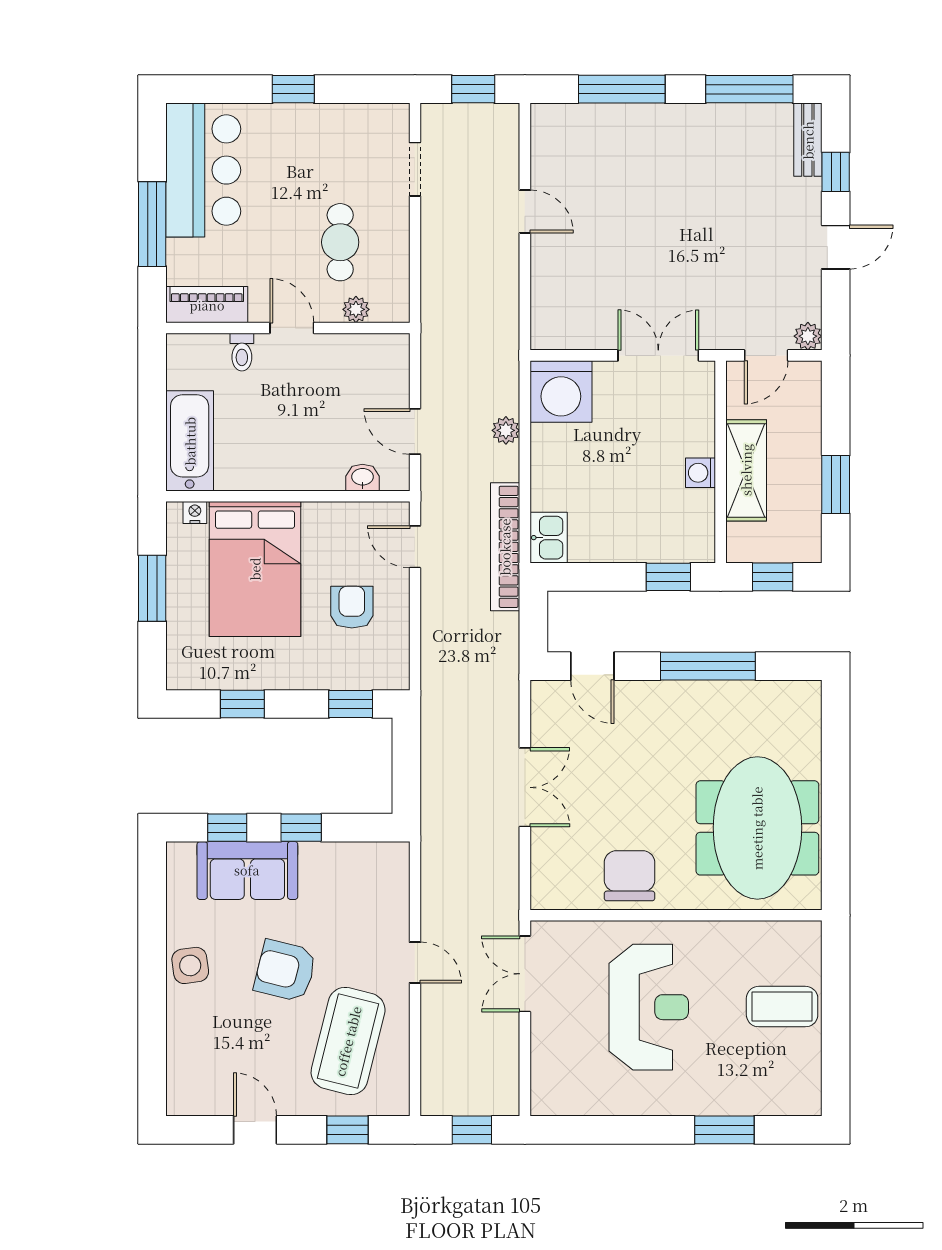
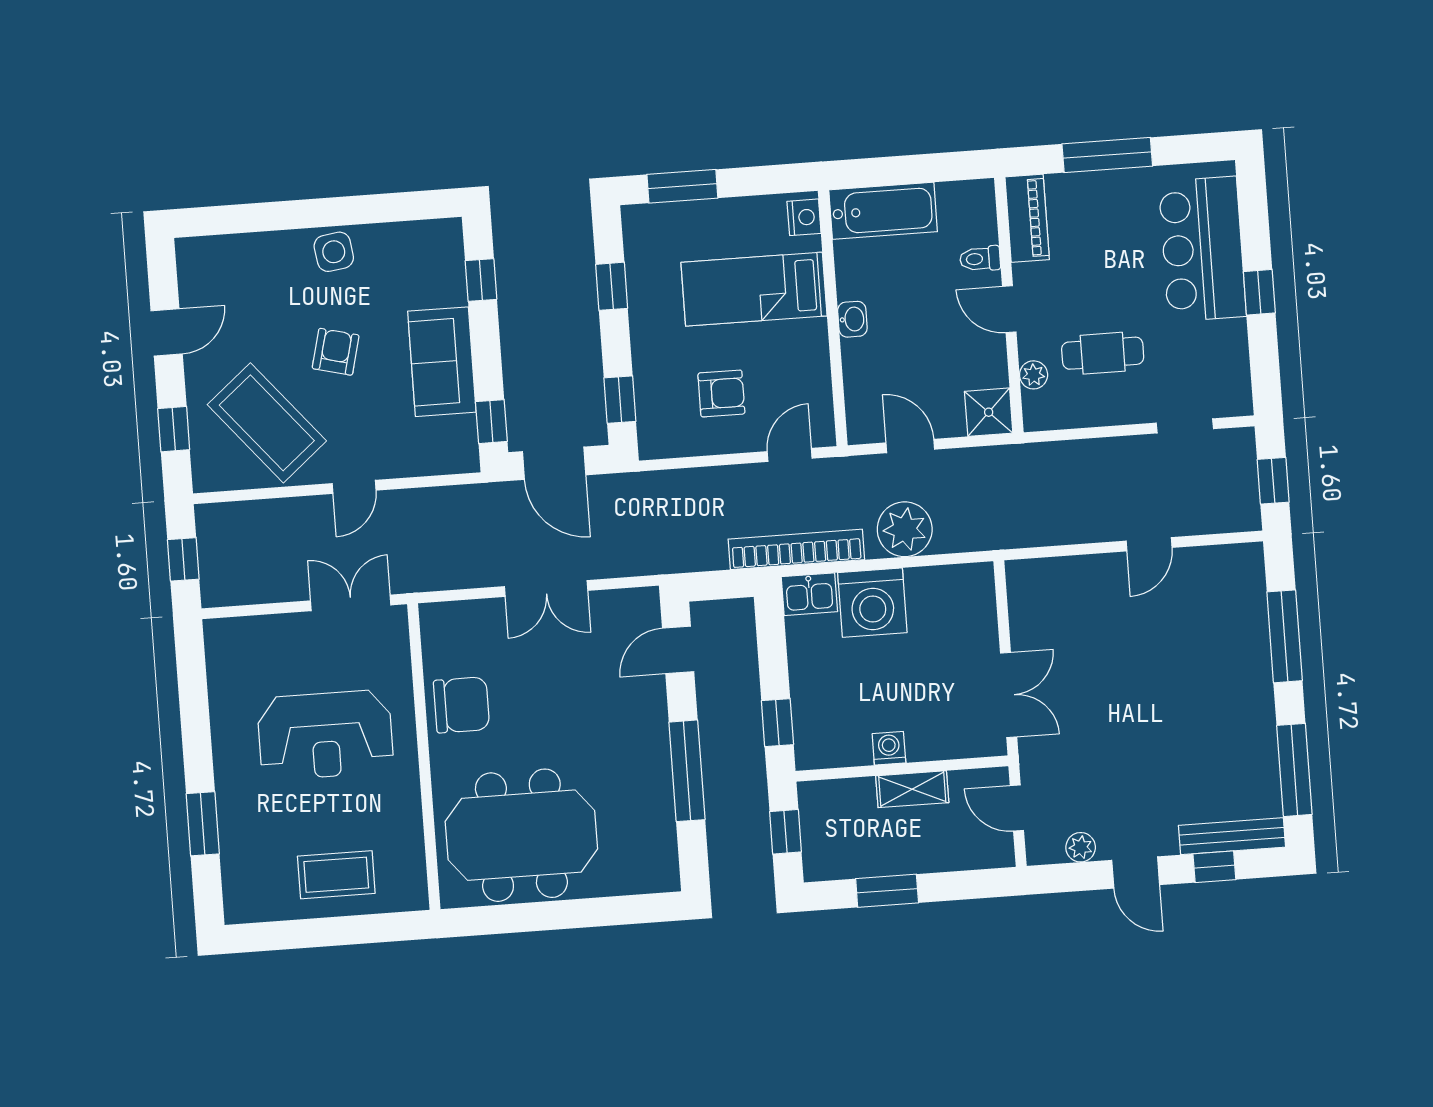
bench: (808, 140) -> (1232, 836), width x1.36
bar counter: (203, 170) -> (1202, 249), moved, turned 90
door: (292, 328) -> (1009, 309), swing flipped
plant: (808, 336) -> (1081, 847), moved
shower: (388, 355) -> (989, 412), added
washing machine: (561, 391) -> (872, 603), moved, turned -90
plant: (506, 430) -> (905, 529), width x1.88, depth x1.88
door: (415, 431) -> (910, 446), hinge flipped
shelving: (746, 470) -> (912, 789), width x0.67, depth x0.75
washbasin: (362, 478) -> (852, 319), moved
nightstand: (195, 512) -> (804, 217), width x1.39, depth x1.35
bed: (255, 569) -> (754, 289), width x0.67
window: (152, 588) -> (682, 186), moved
door: (406, 771) -> (554, 463), added
window: (301, 828) -> (491, 422), moved
sofa: (247, 870) -> (442, 362), moved
armchair: (285, 971) -> (336, 352), width x0.72, depth x0.72
coffee table: (782, 1007) -> (336, 875), turned 90
coffee table: (348, 1041) -> (267, 423), turned 36

